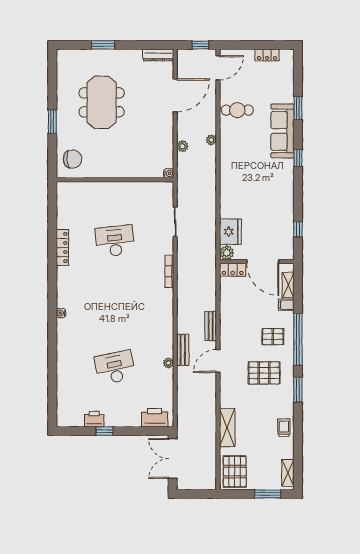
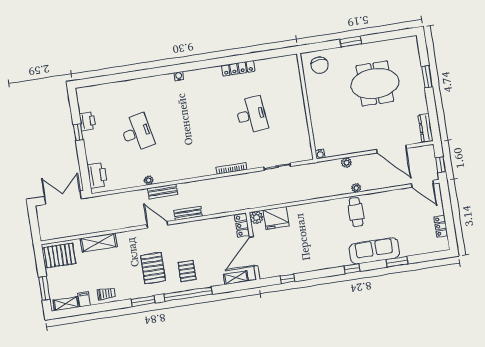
cafe table: (237, 110) -> (356, 212), moved
filing cabinet: (286, 305) -> (84, 299), moved

